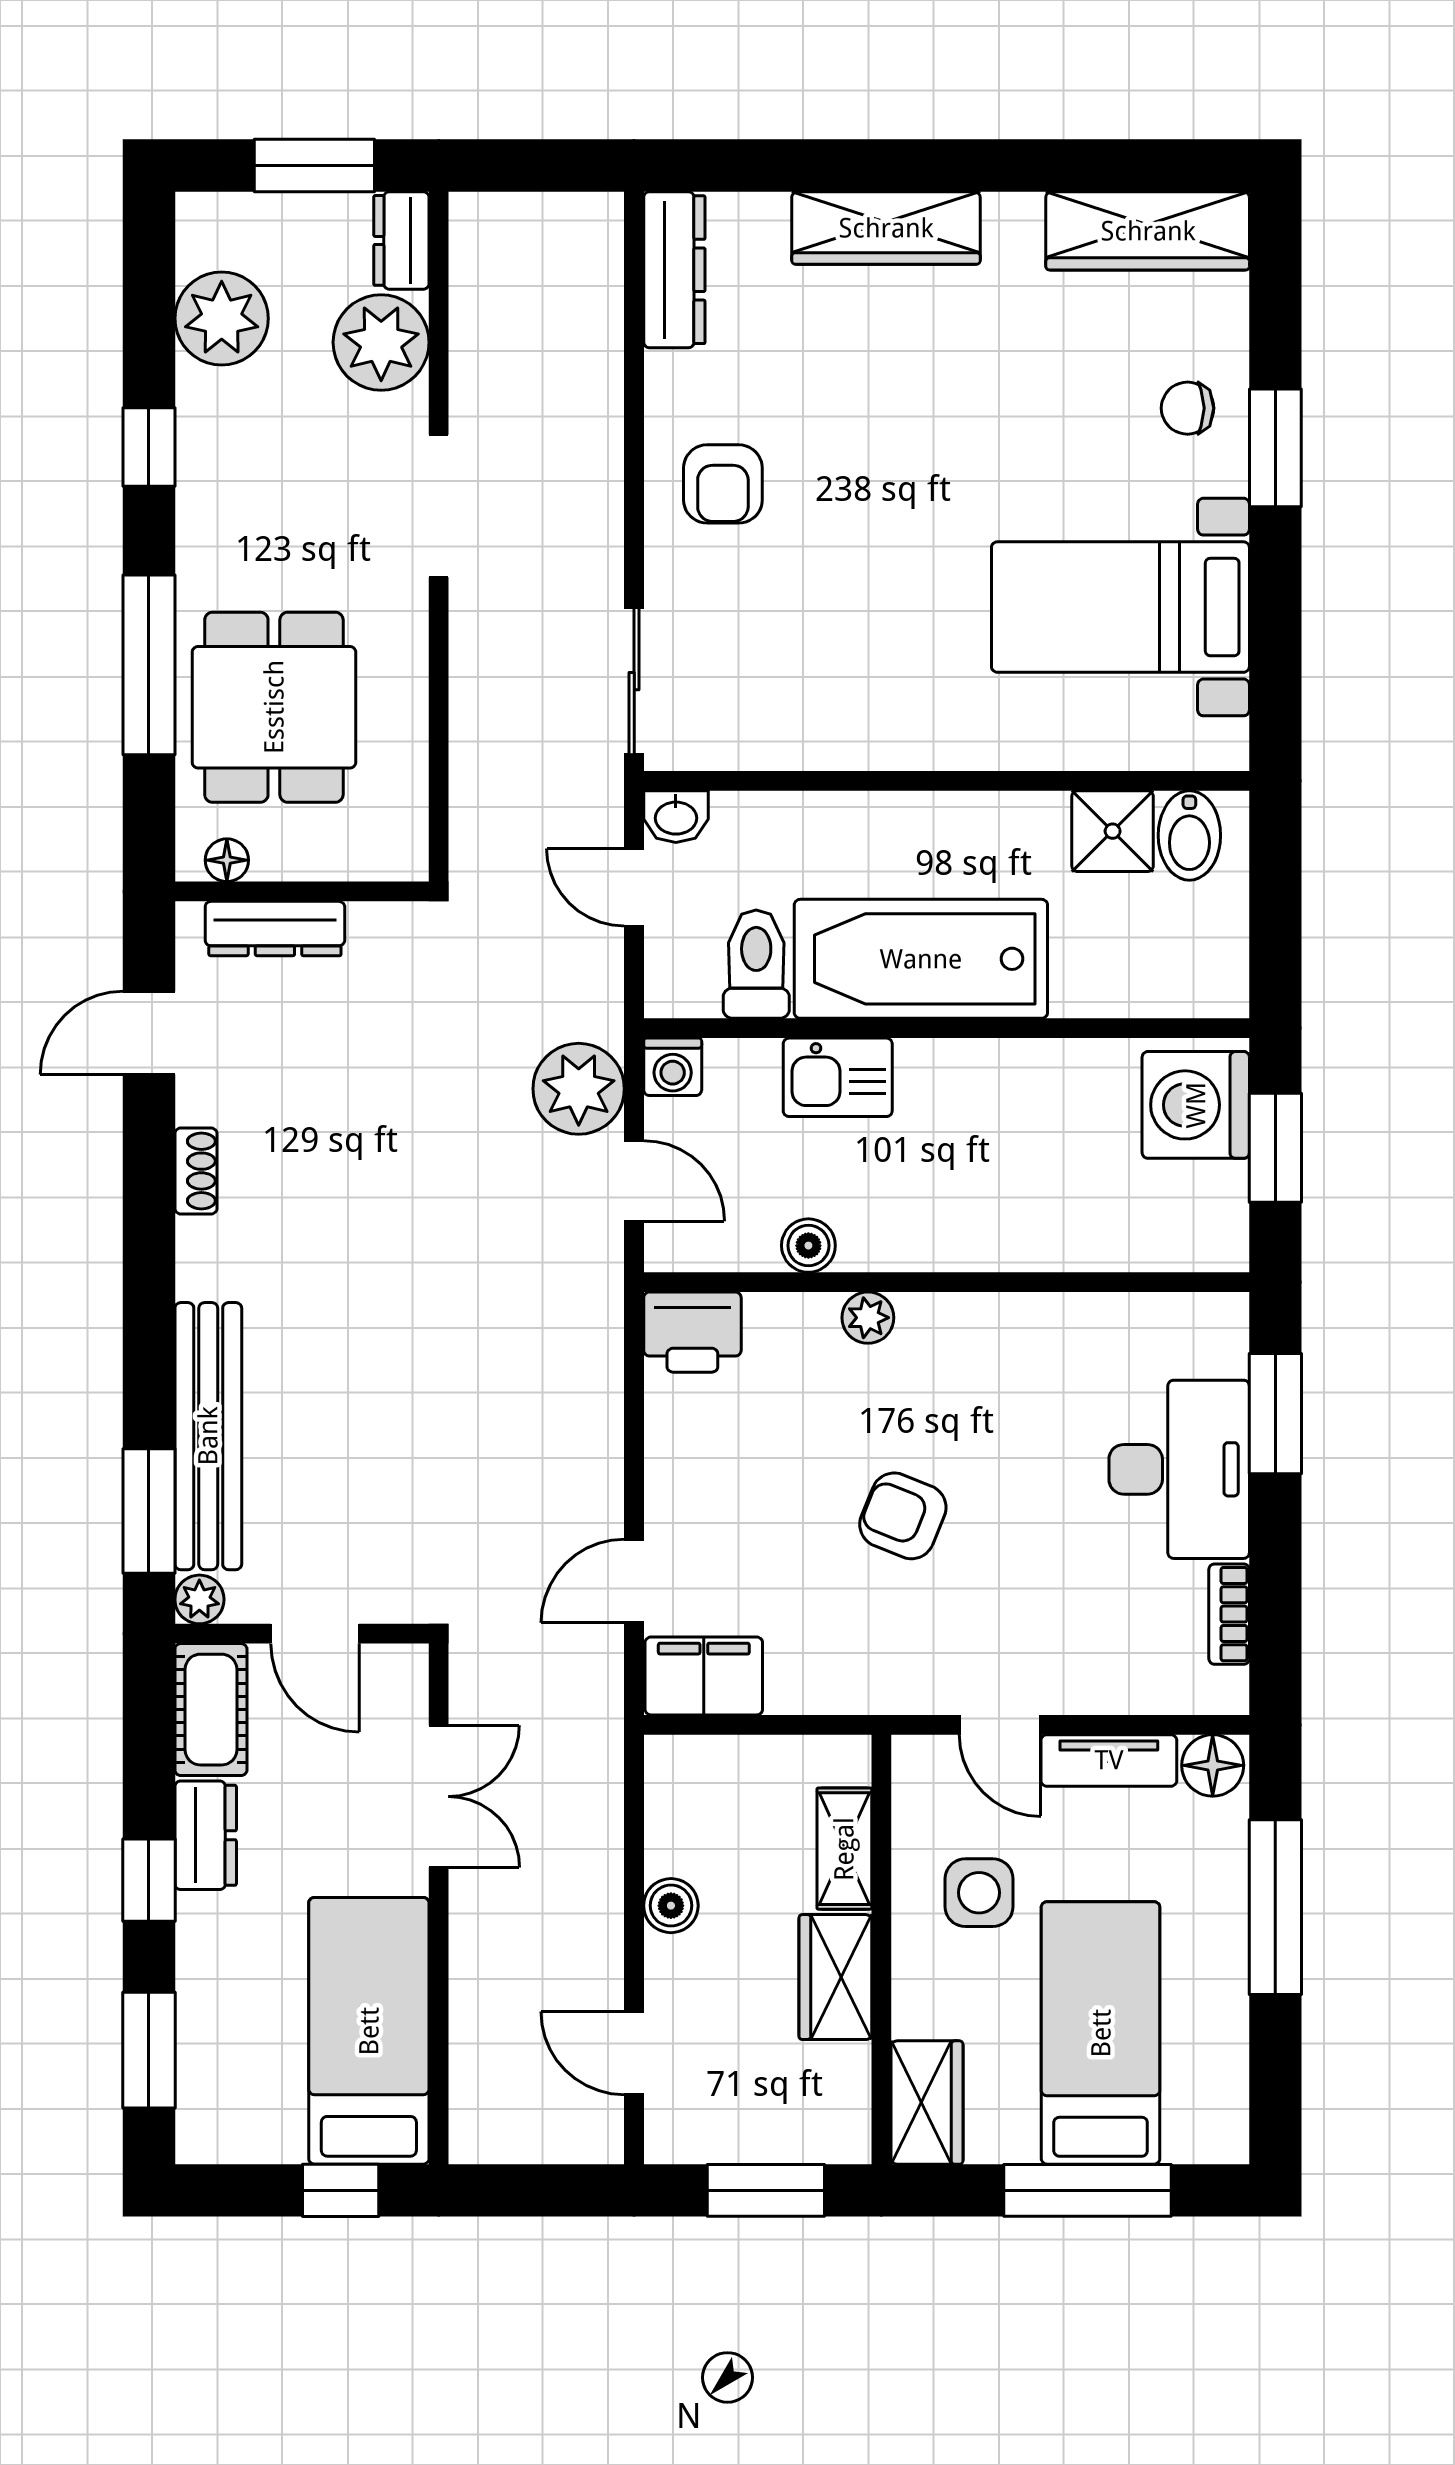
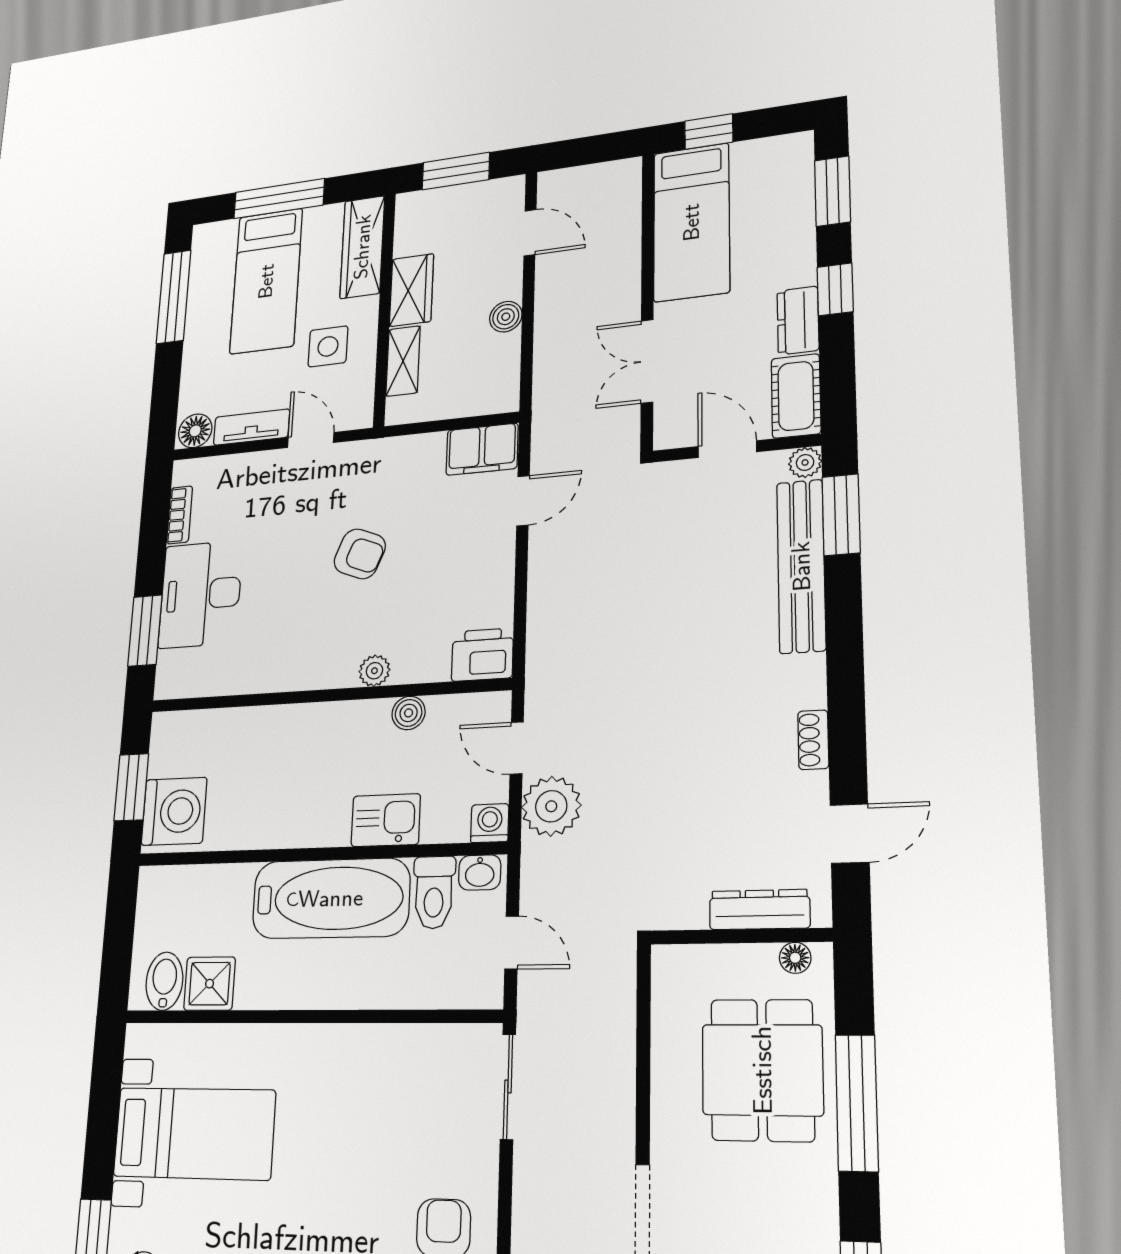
washbasin: (676, 817) -> (480, 872), moved, turned 180
window: (1275, 1907) -> (174, 297), moved
wardrobe: (927, 2103) -> (362, 247), width x1.50

